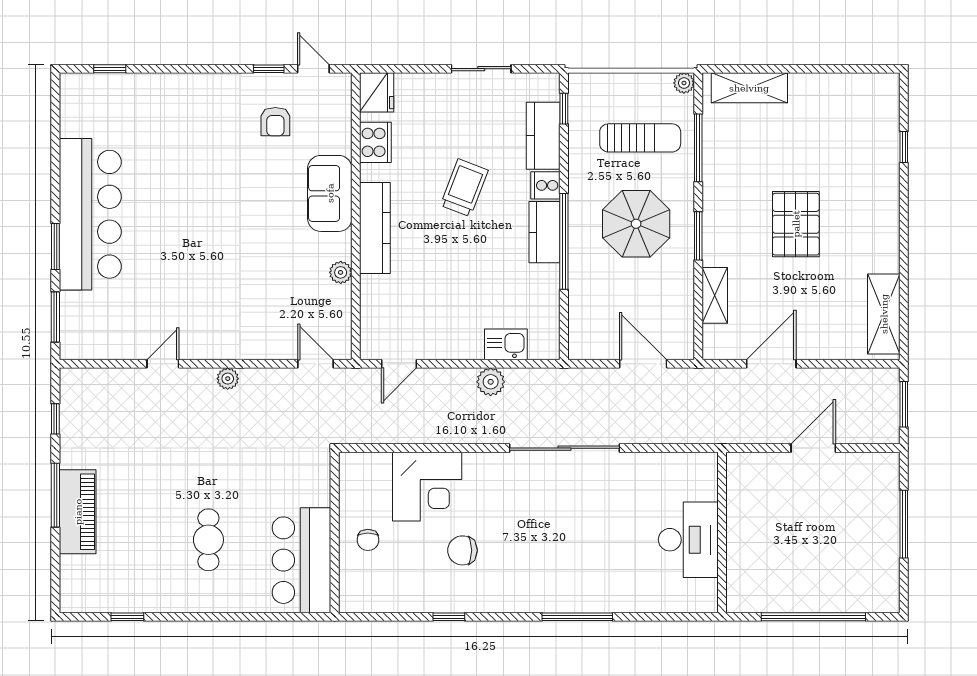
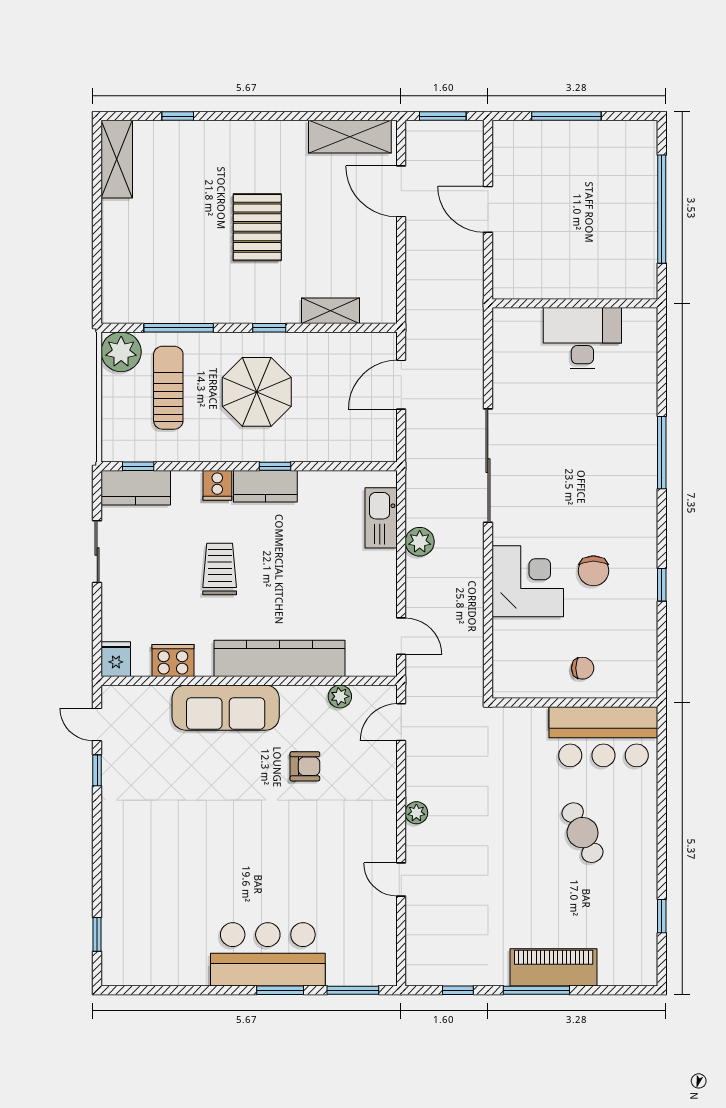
door: (313, 69) -> (97, 724), hinge flipped
plant: (684, 83) -> (121, 352), width x1.87, depth x1.87
shelving: (749, 88) -> (117, 159), moved
fridge: (377, 92) -> (116, 659), width x0.72
armchair: (275, 122) -> (305, 766), moved
kitchen counter: (543, 136) -> (136, 488), moved
trolley: (464, 188) -> (220, 569), turned 69
sofa: (330, 193) -> (226, 708), width x1.36
bar counter: (90, 214) -> (268, 954), width x0.73
pallet: (796, 224) -> (257, 227), turned 90
kitchen counter: (375, 228) -> (279, 658), width x1.39, depth x1.17
window: (698, 236) -> (269, 328), width x0.67
window: (564, 241) -> (275, 466), width x0.32
plant: (341, 272) -> (340, 696), moved
kitchen sink: (506, 344) -> (381, 518), width x1.38
door: (771, 364) -> (401, 191), moved
corner desk: (427, 487) -> (528, 581), moved
cafe table: (208, 540) -> (583, 833), turned 64

